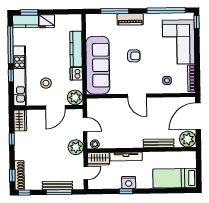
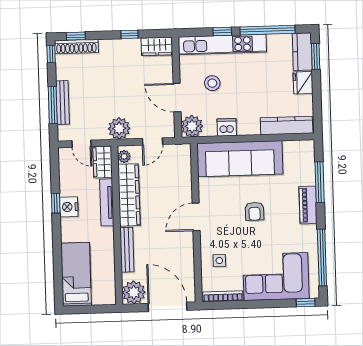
kitchen counter: (76, 49) -> (287, 126), moved
wardrobe: (121, 141) -> (129, 195), added

